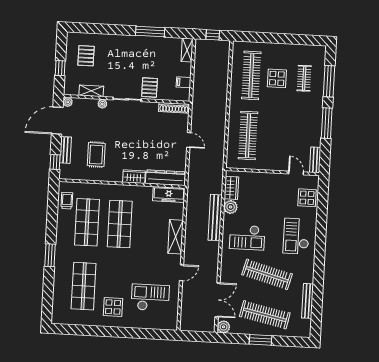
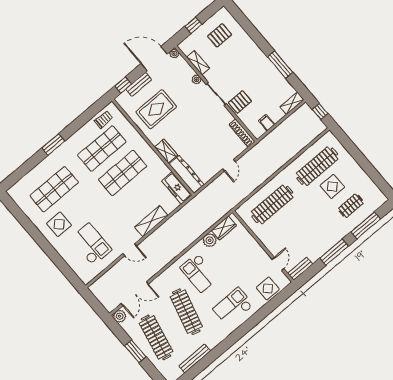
rug: (96, 155) -> (156, 109), width x1.36, depth x1.43
bench: (215, 218) -> (192, 236), removed

